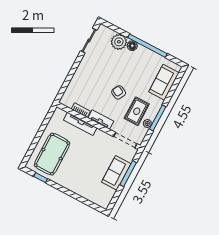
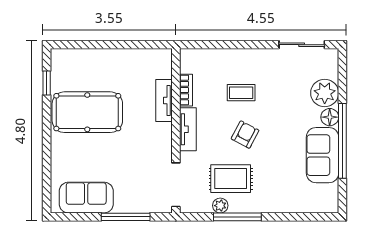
sofa: (164, 82) -> (322, 155), moved, turned -90
coffee table: (97, 83) -> (241, 93), added
tv unit: (80, 124) -> (164, 100), width x0.71
pool table: (52, 154) -> (87, 112), moved
sofa: (116, 173) -> (86, 198), moved

